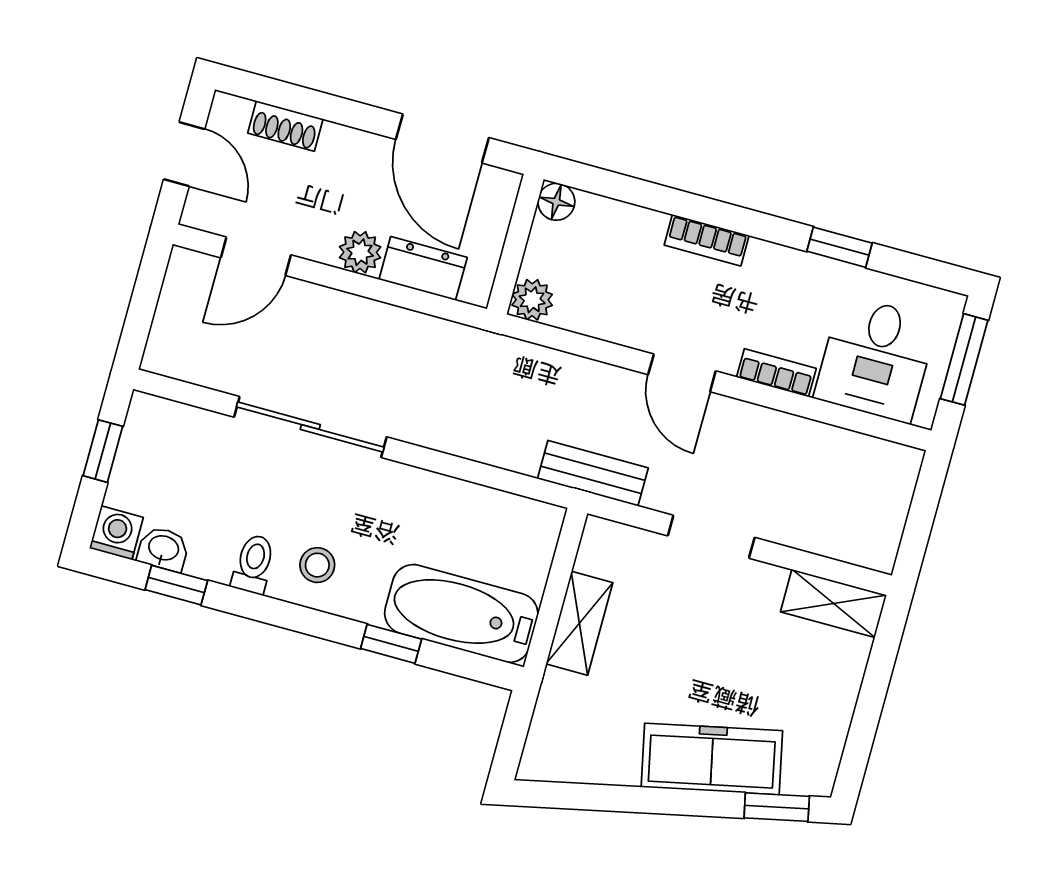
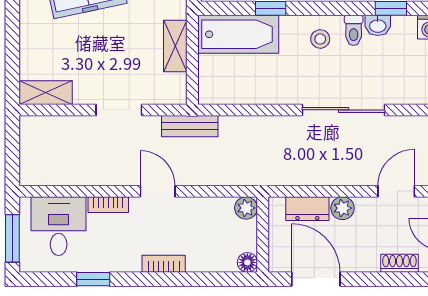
washbasin: (163, 549) -> (378, 25), moved

